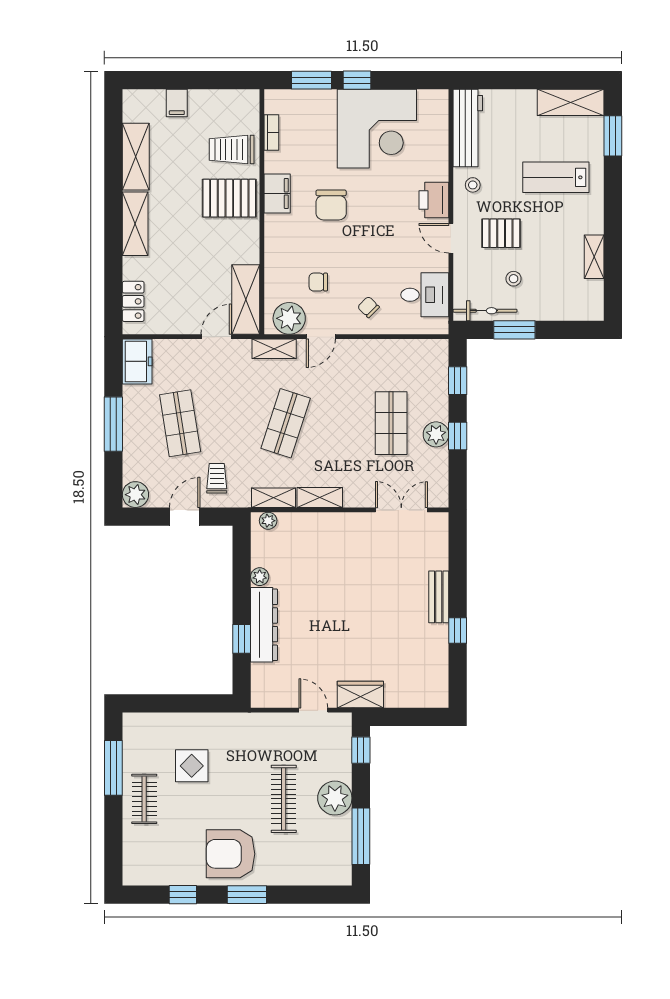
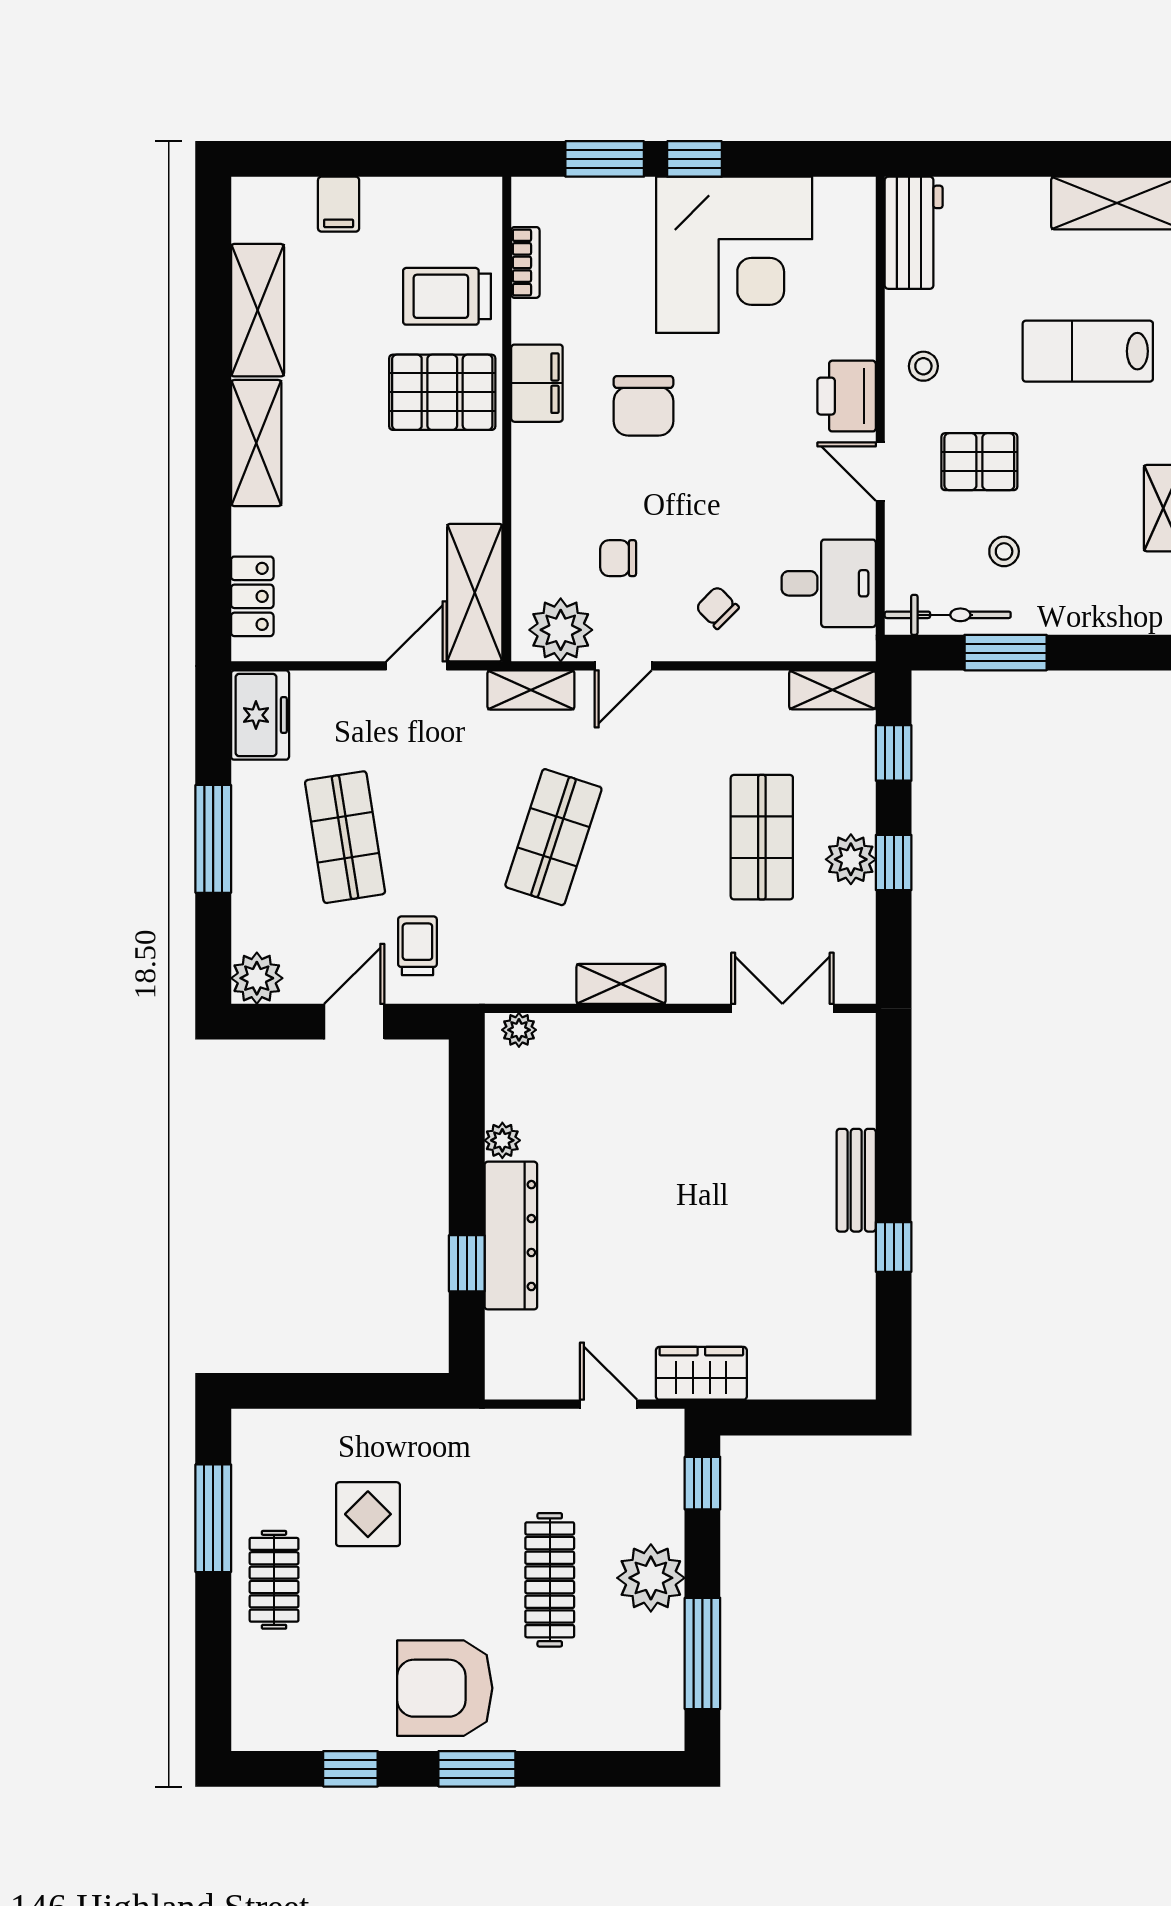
workbench: (468, 128) -> (914, 233), width x0.73
shelving: (273, 498) -> (833, 690), moved

